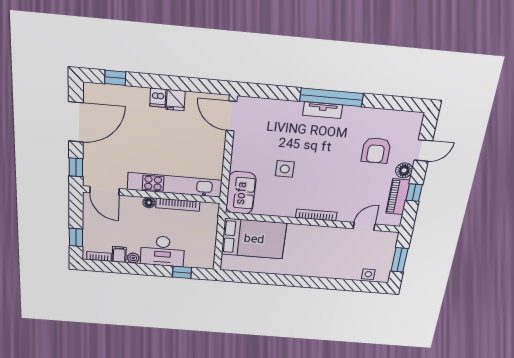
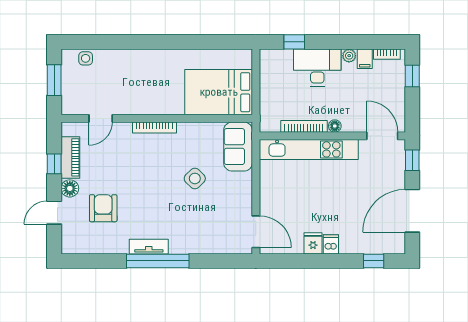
tv unit: (323, 110) -> (149, 247), moved
side table: (285, 169) -> (195, 178), turned 45

